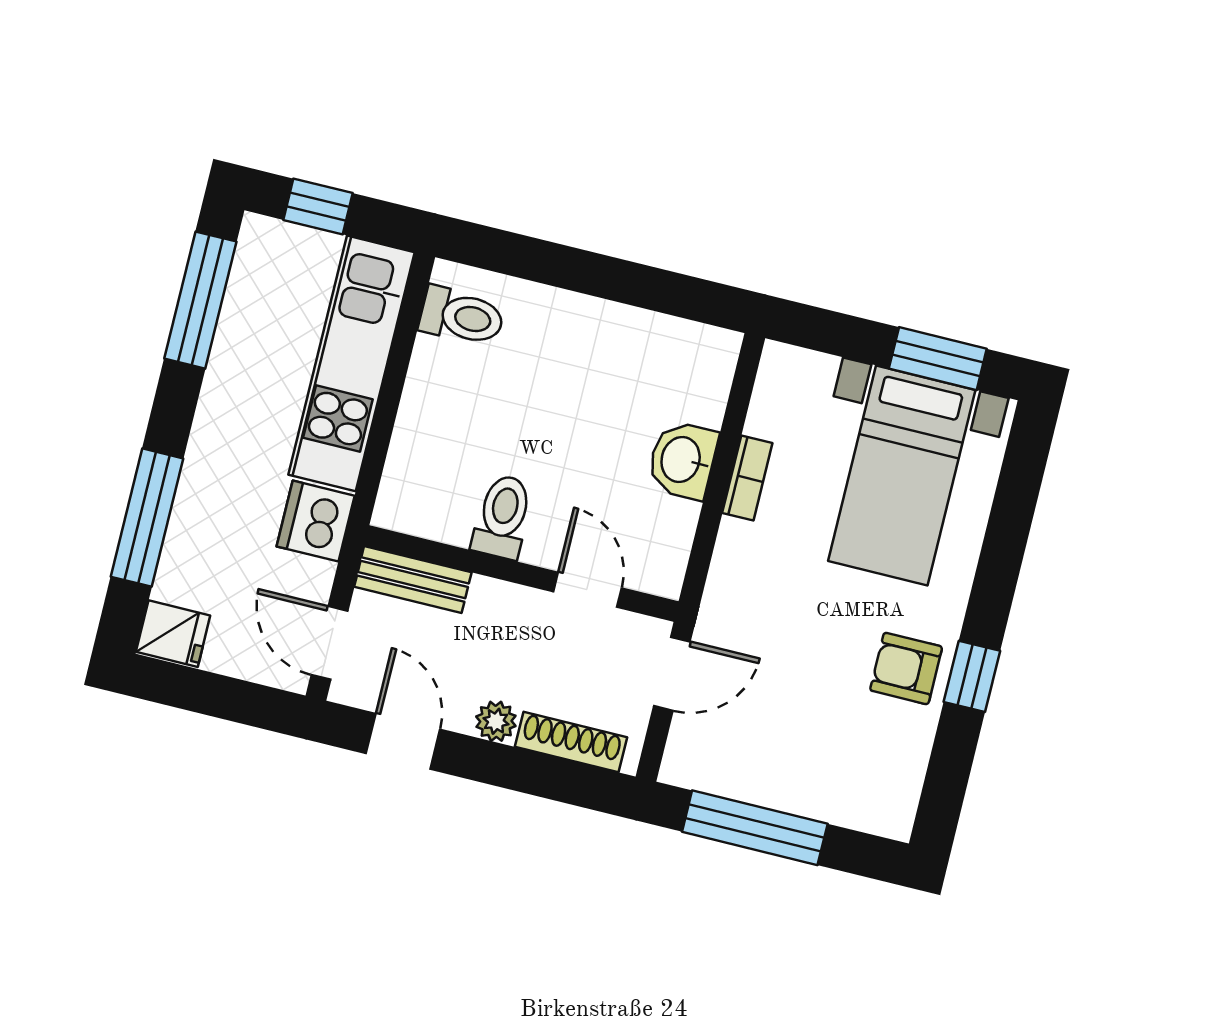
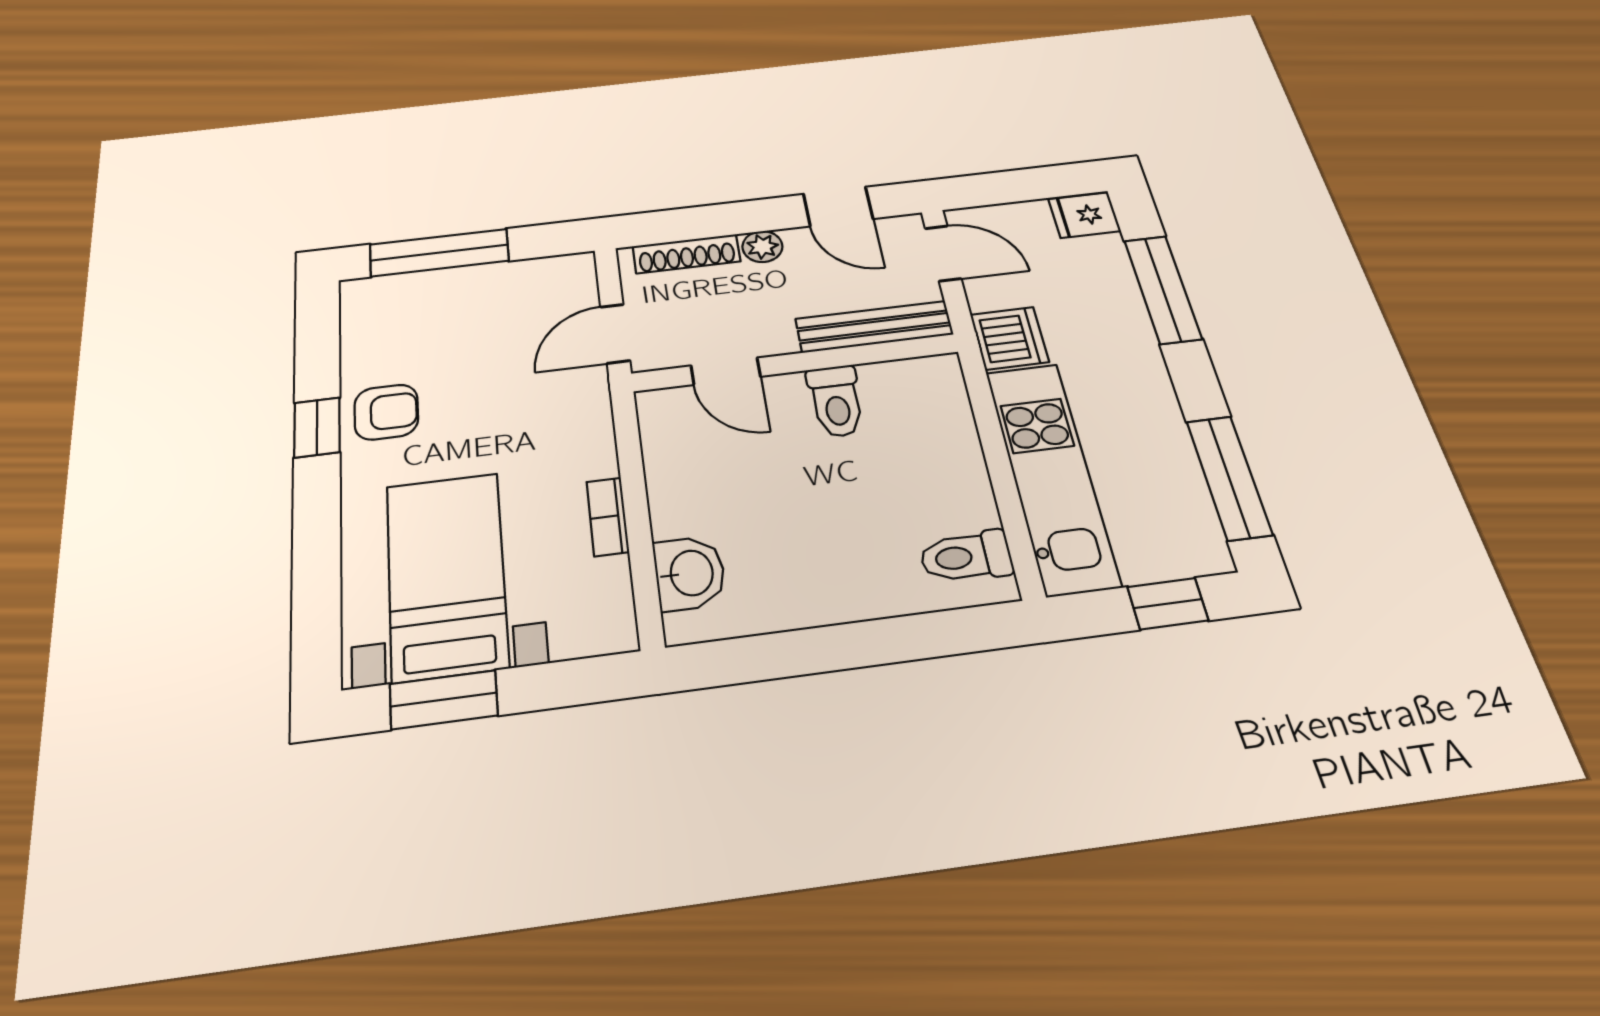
washbasin: (682, 460) -> (690, 573), moved
bench: (413, 580) -> (874, 327), width x1.36
window: (755, 828) -> (439, 253), moved

